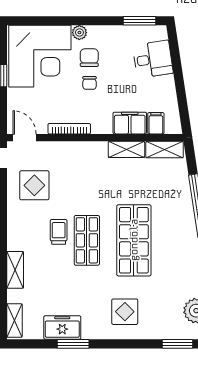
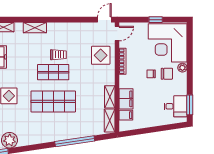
desk: (153, 59) -> (176, 106), moved, turned -81
display table: (34, 185) -> (101, 55), moved

